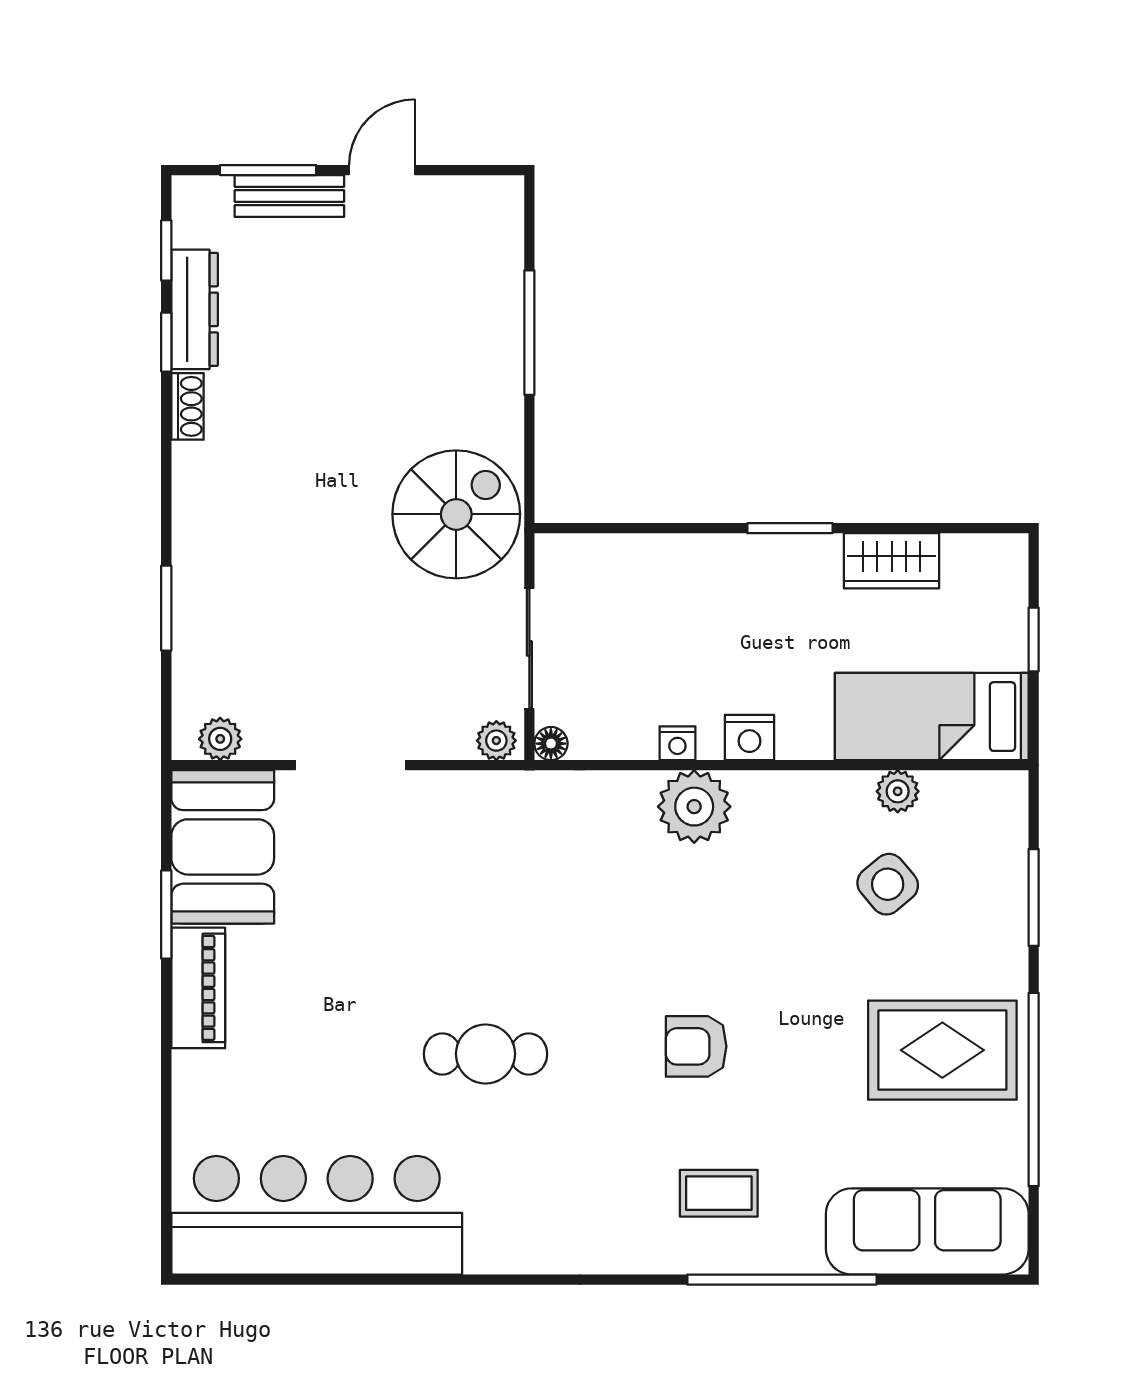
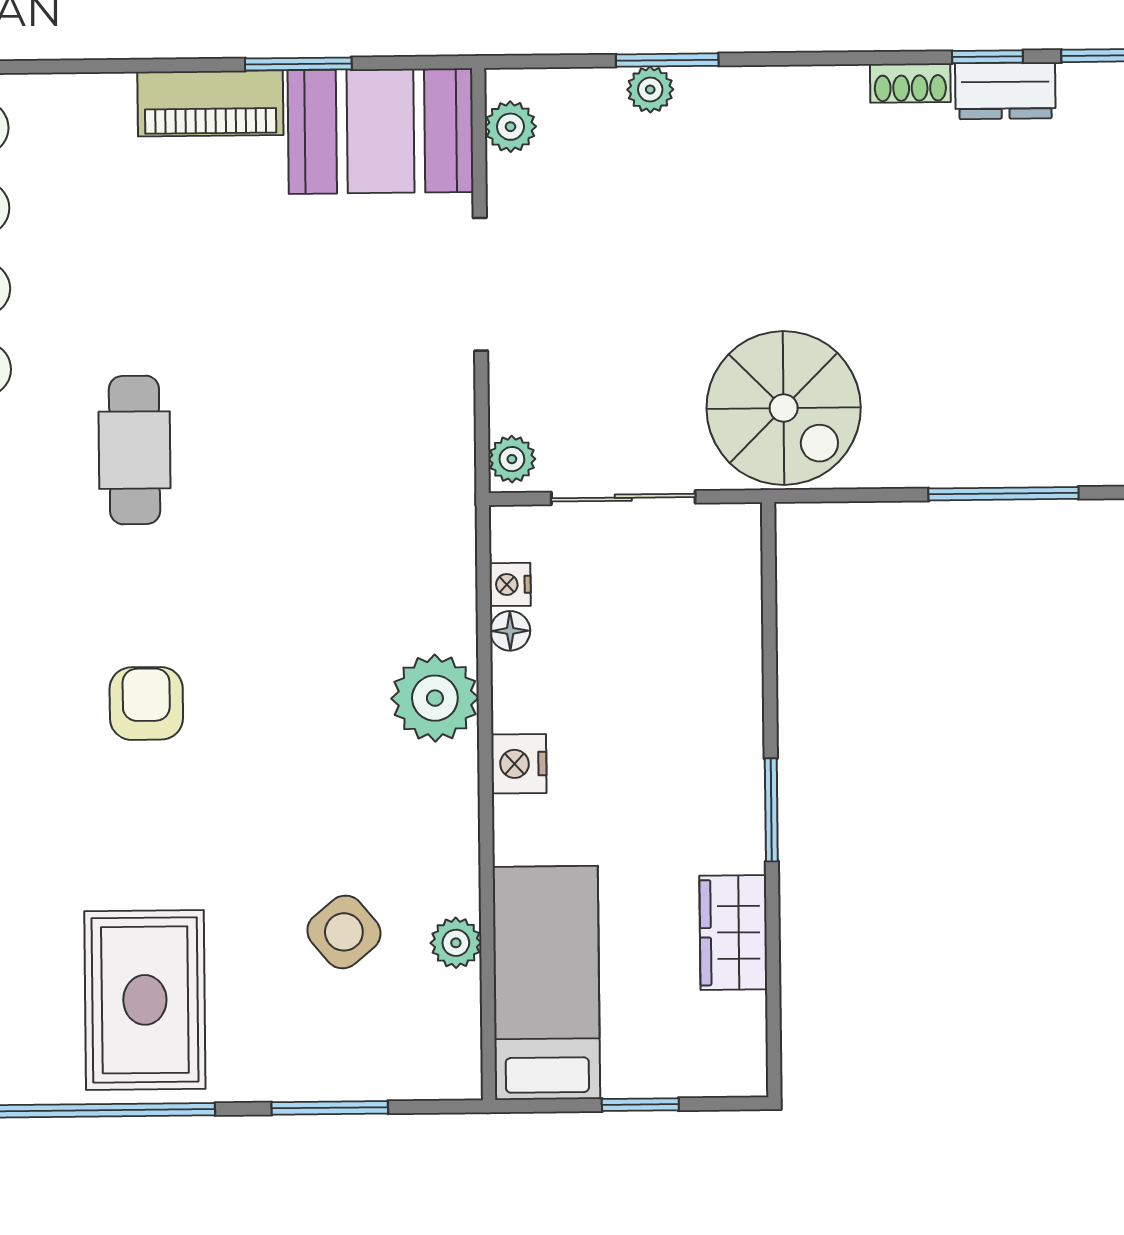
dresser: (195, 309) -> (1005, 91), width x0.70
plant: (191, 622) -> (650, 90), added
nightstand: (677, 743) -> (510, 584), moved
floor lamp: (551, 744) -> (510, 631), moved

